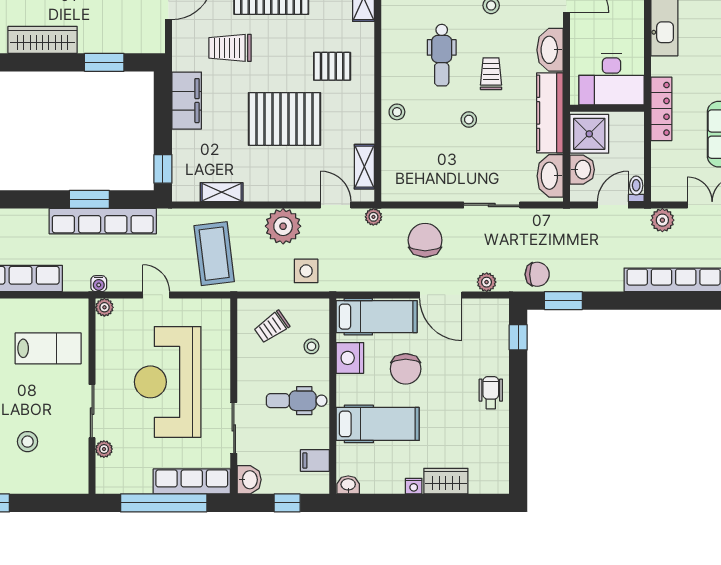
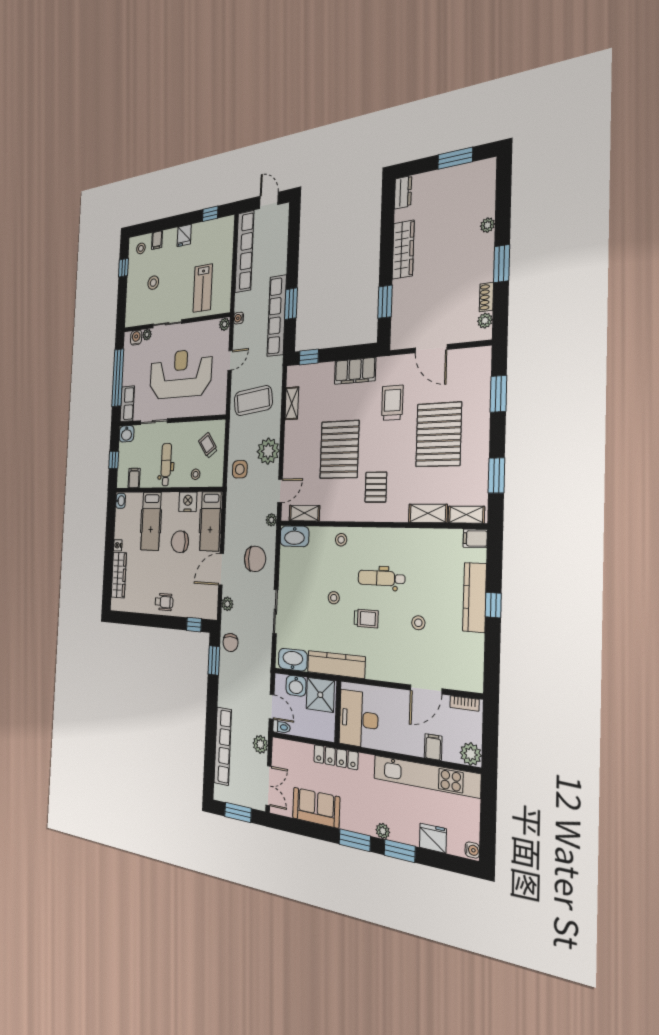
washbasin: (550, 50) -> (294, 536), moved, turned 180
water cooler: (106, 470) -> (136, 338), added
row of seats: (192, 481) -> (127, 404), width x0.68
wardrobe: (446, 481) -> (119, 575), width x1.50

